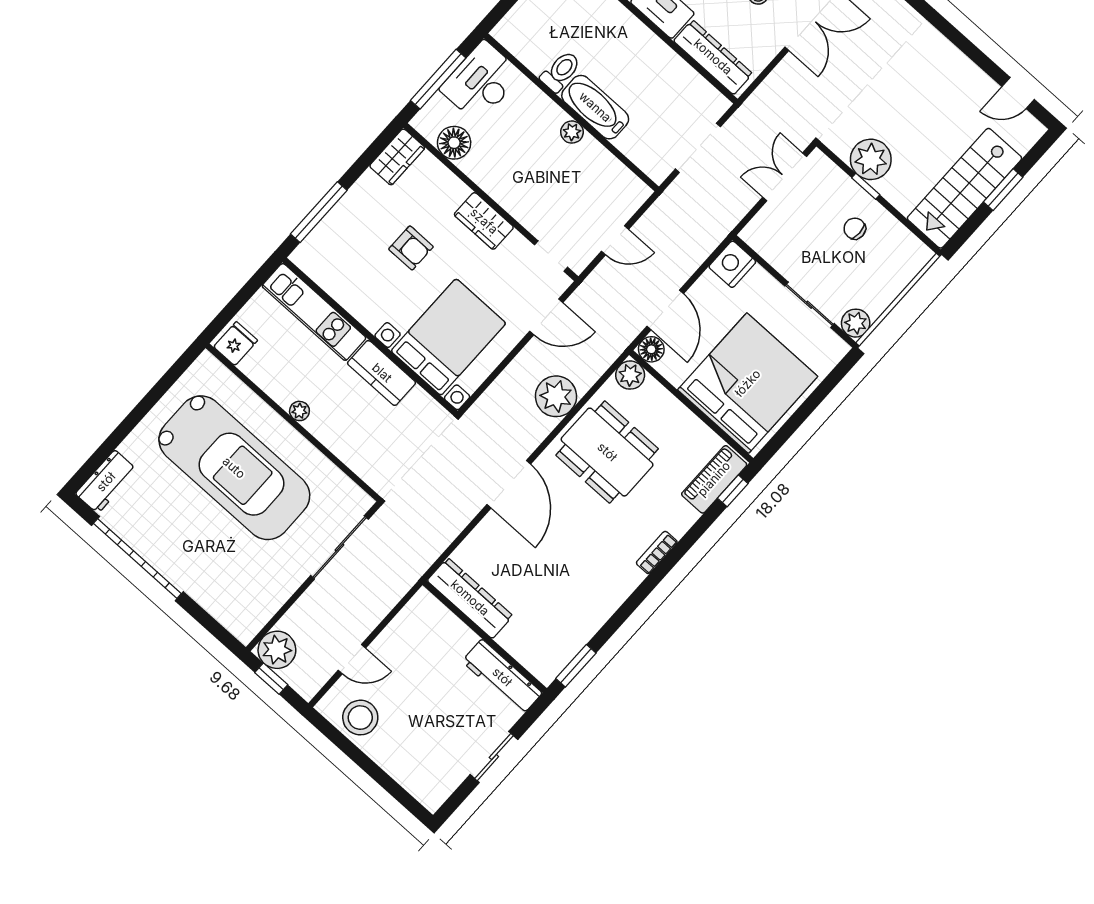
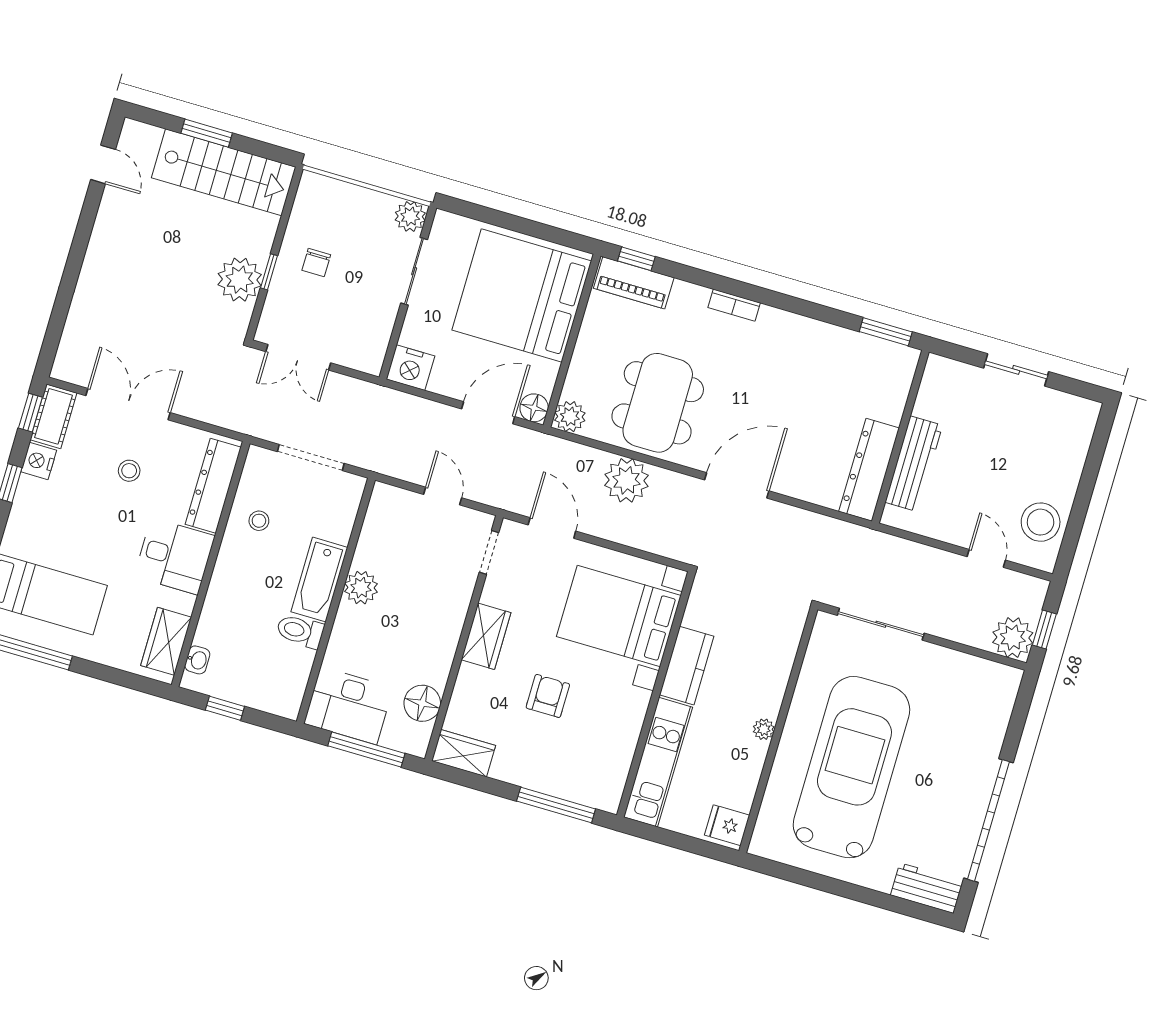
stool: (667, 81) -> (259, 521), added
plant: (572, 132) -> (361, 588), width x1.38, depth x1.38
workbench: (502, 677) -> (914, 464), moved

